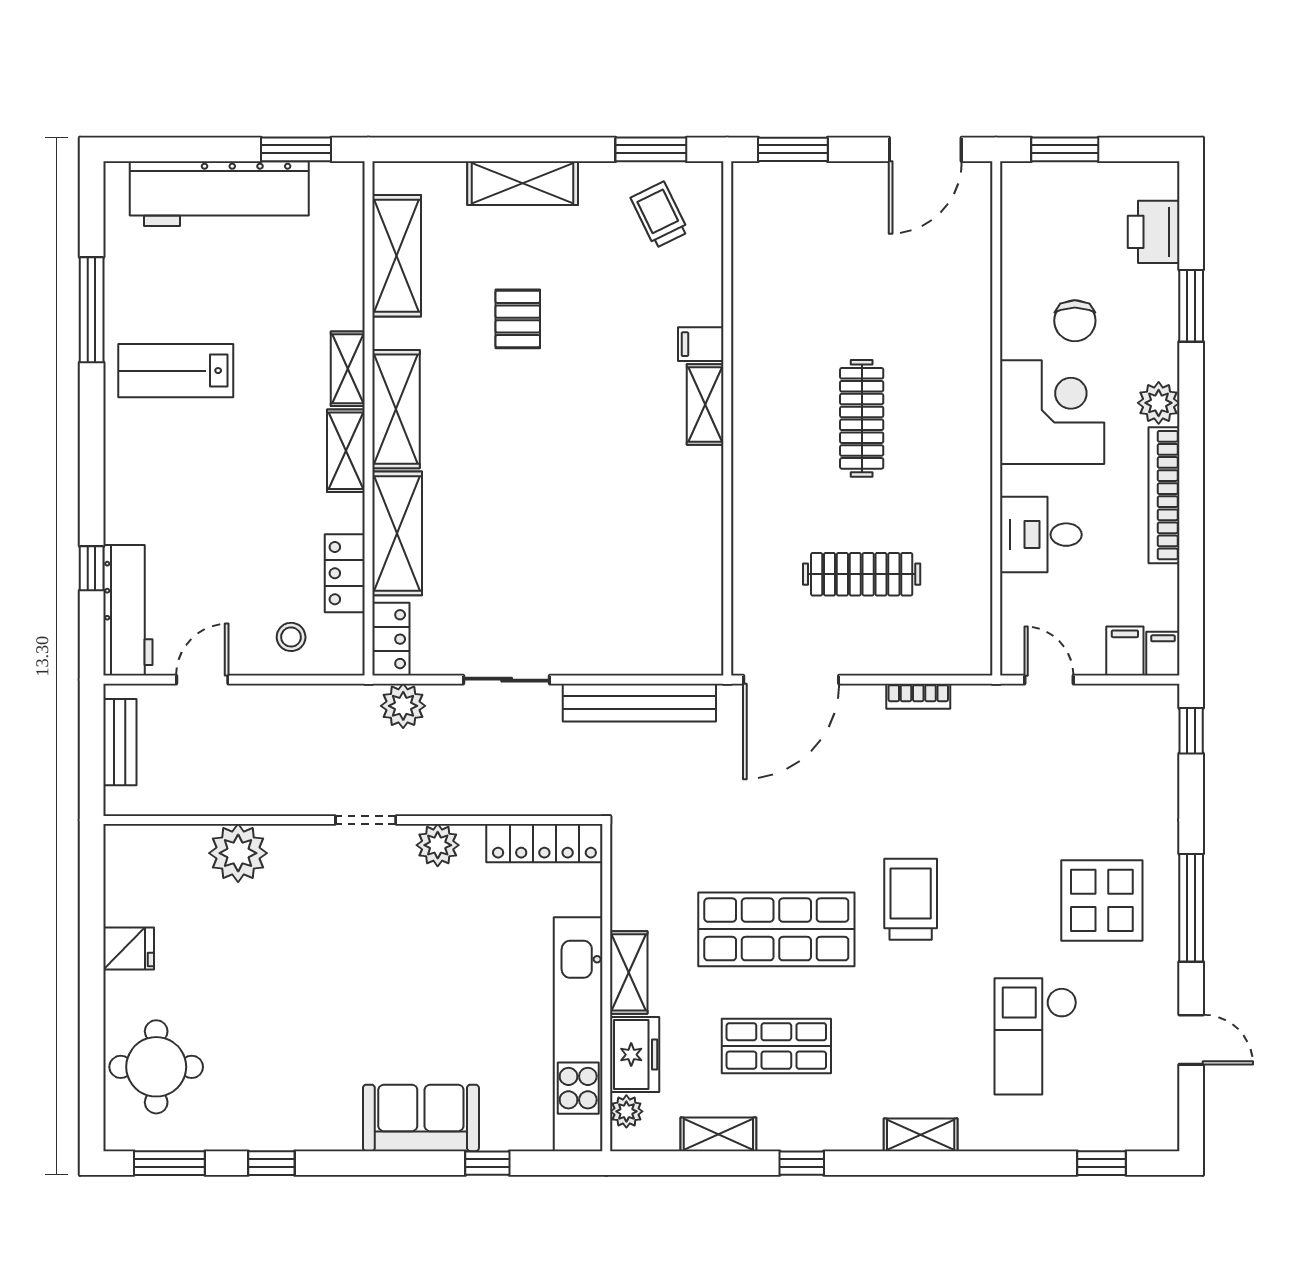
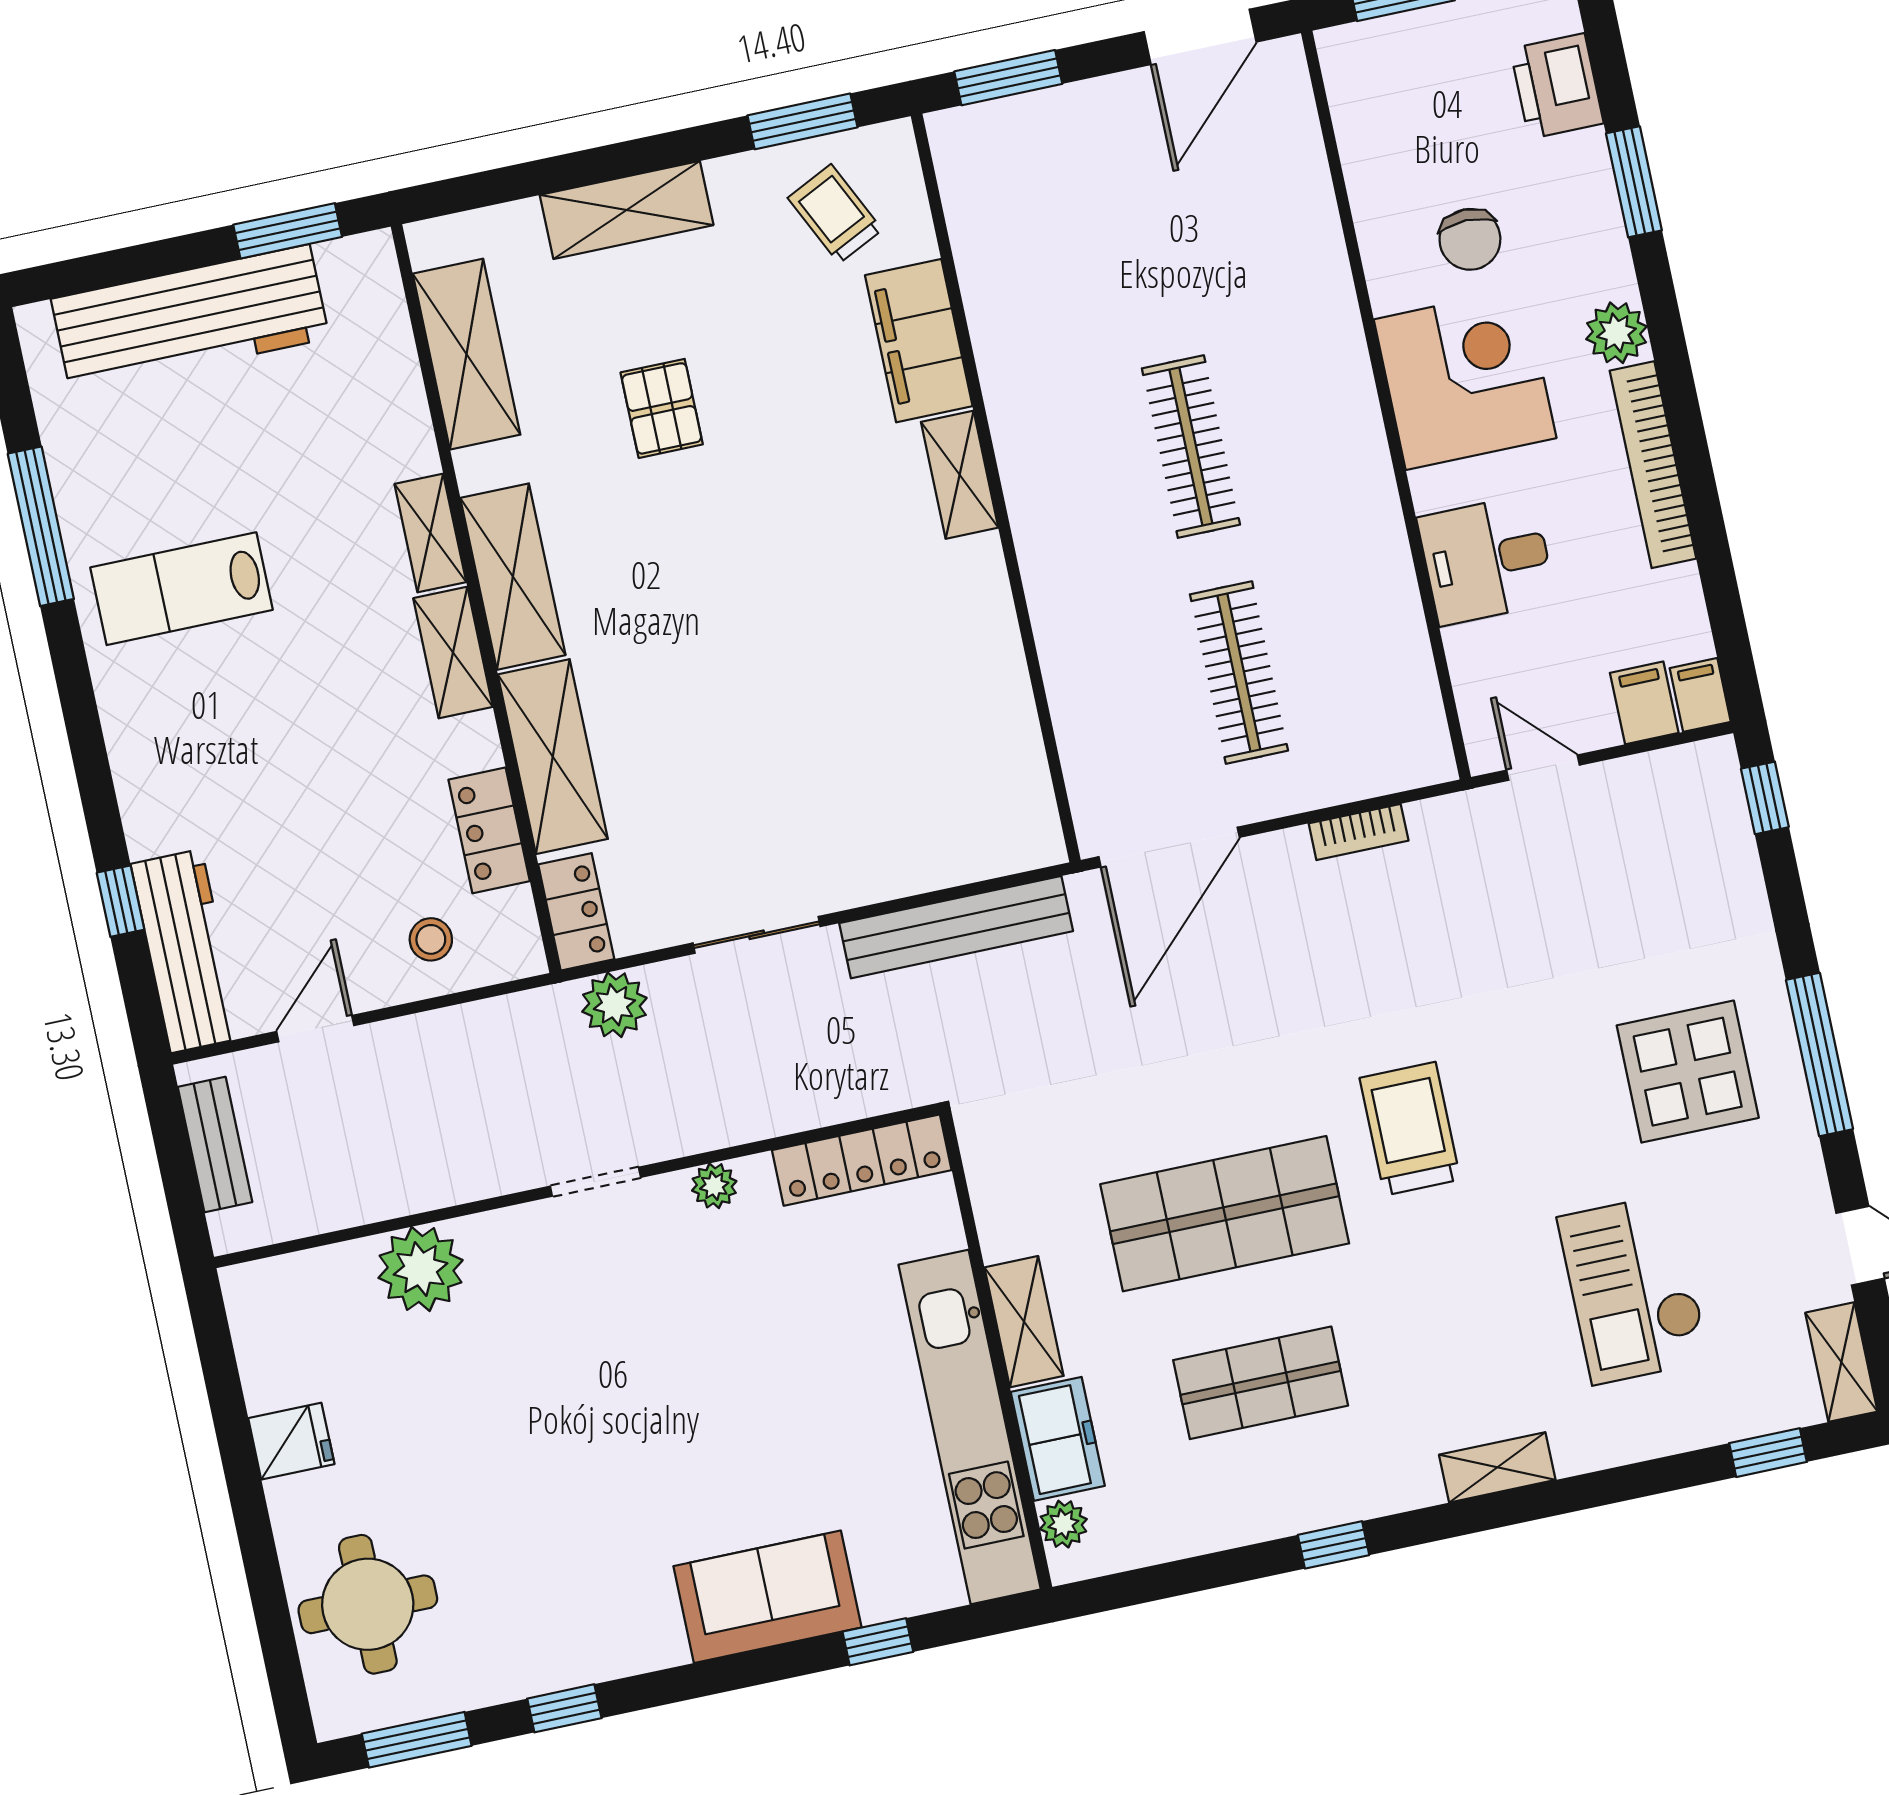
filing cabinet: (701, 344) -> (919, 341), width x3.00, depth x1.17
clothes rail: (862, 574) -> (1239, 673), turned 90
plant: (438, 845) -> (714, 1186), width x0.73, depth x0.73
shelving: (718, 1134) -> (1841, 1362), moved, turned 90

